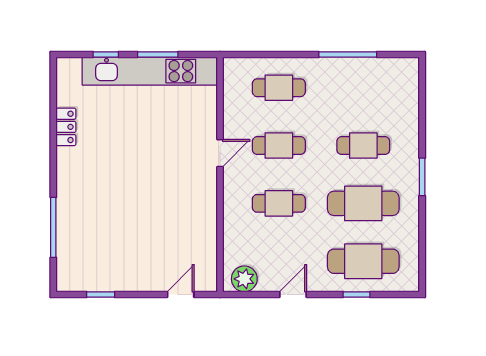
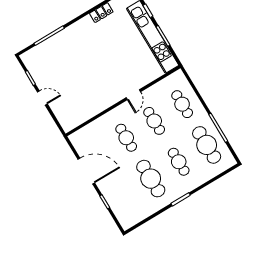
door: (220, 153) -> (133, 95), hinge flipped
cafe table: (363, 261) -> (207, 145), moved
plant: (244, 279) -> (80, 143), removed
door: (181, 294) -> (42, 98), moved
door: (293, 294) -> (86, 171), width x1.87

